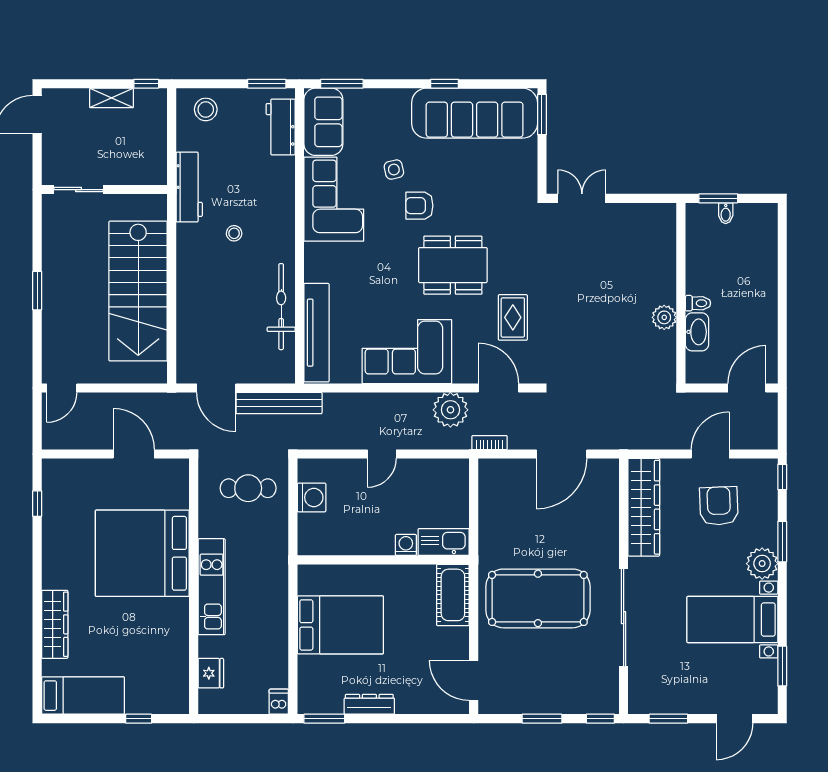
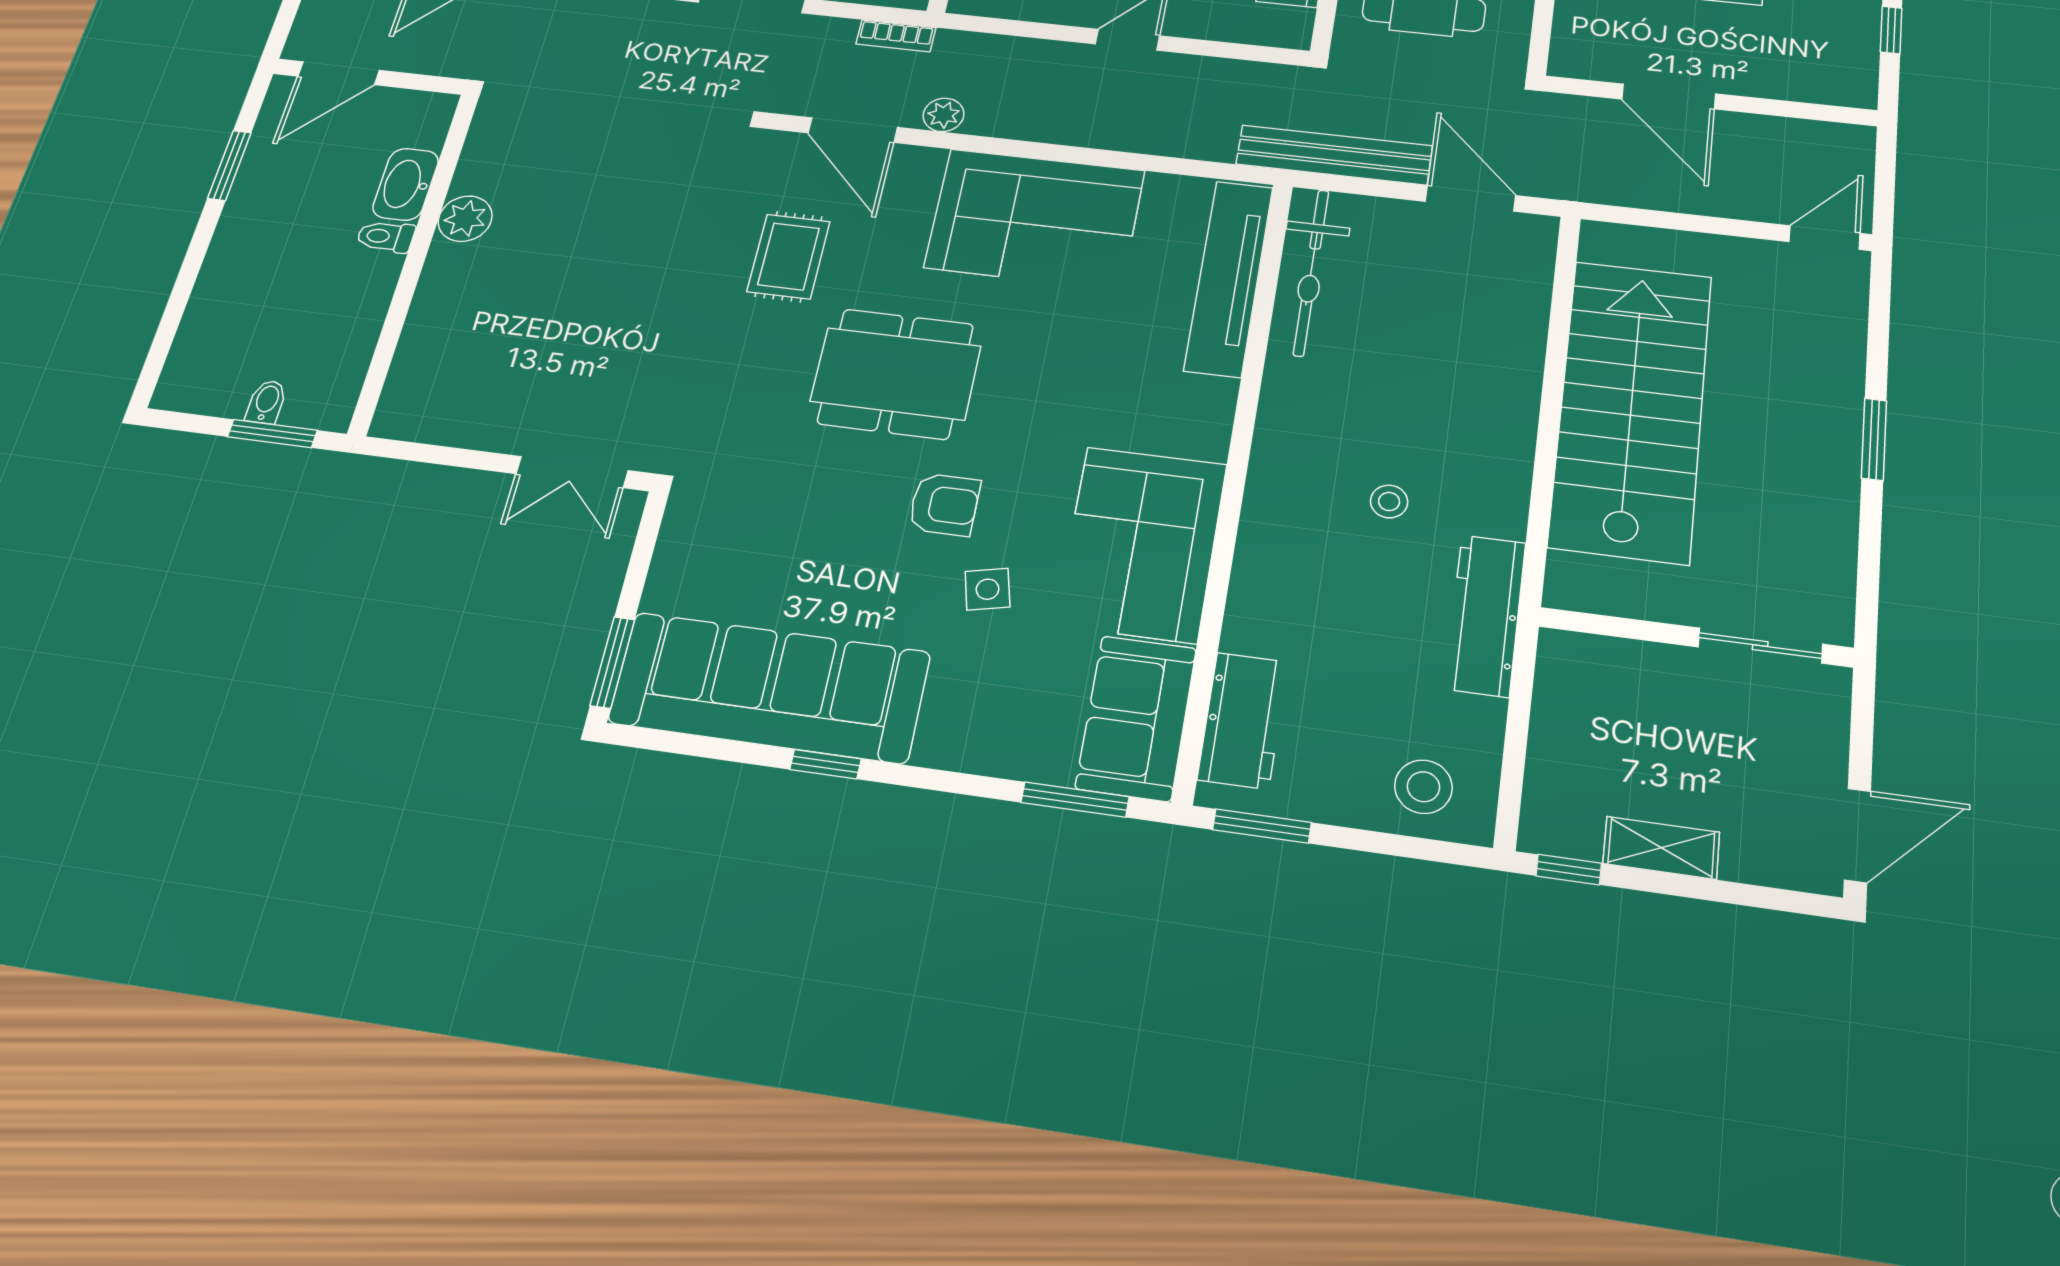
bicycle: (281, 307) -> (1311, 272), moved
window: (782, 331) -> (229, 165), added
plant: (450, 410) -> (944, 115), width x0.53, depth x0.53

